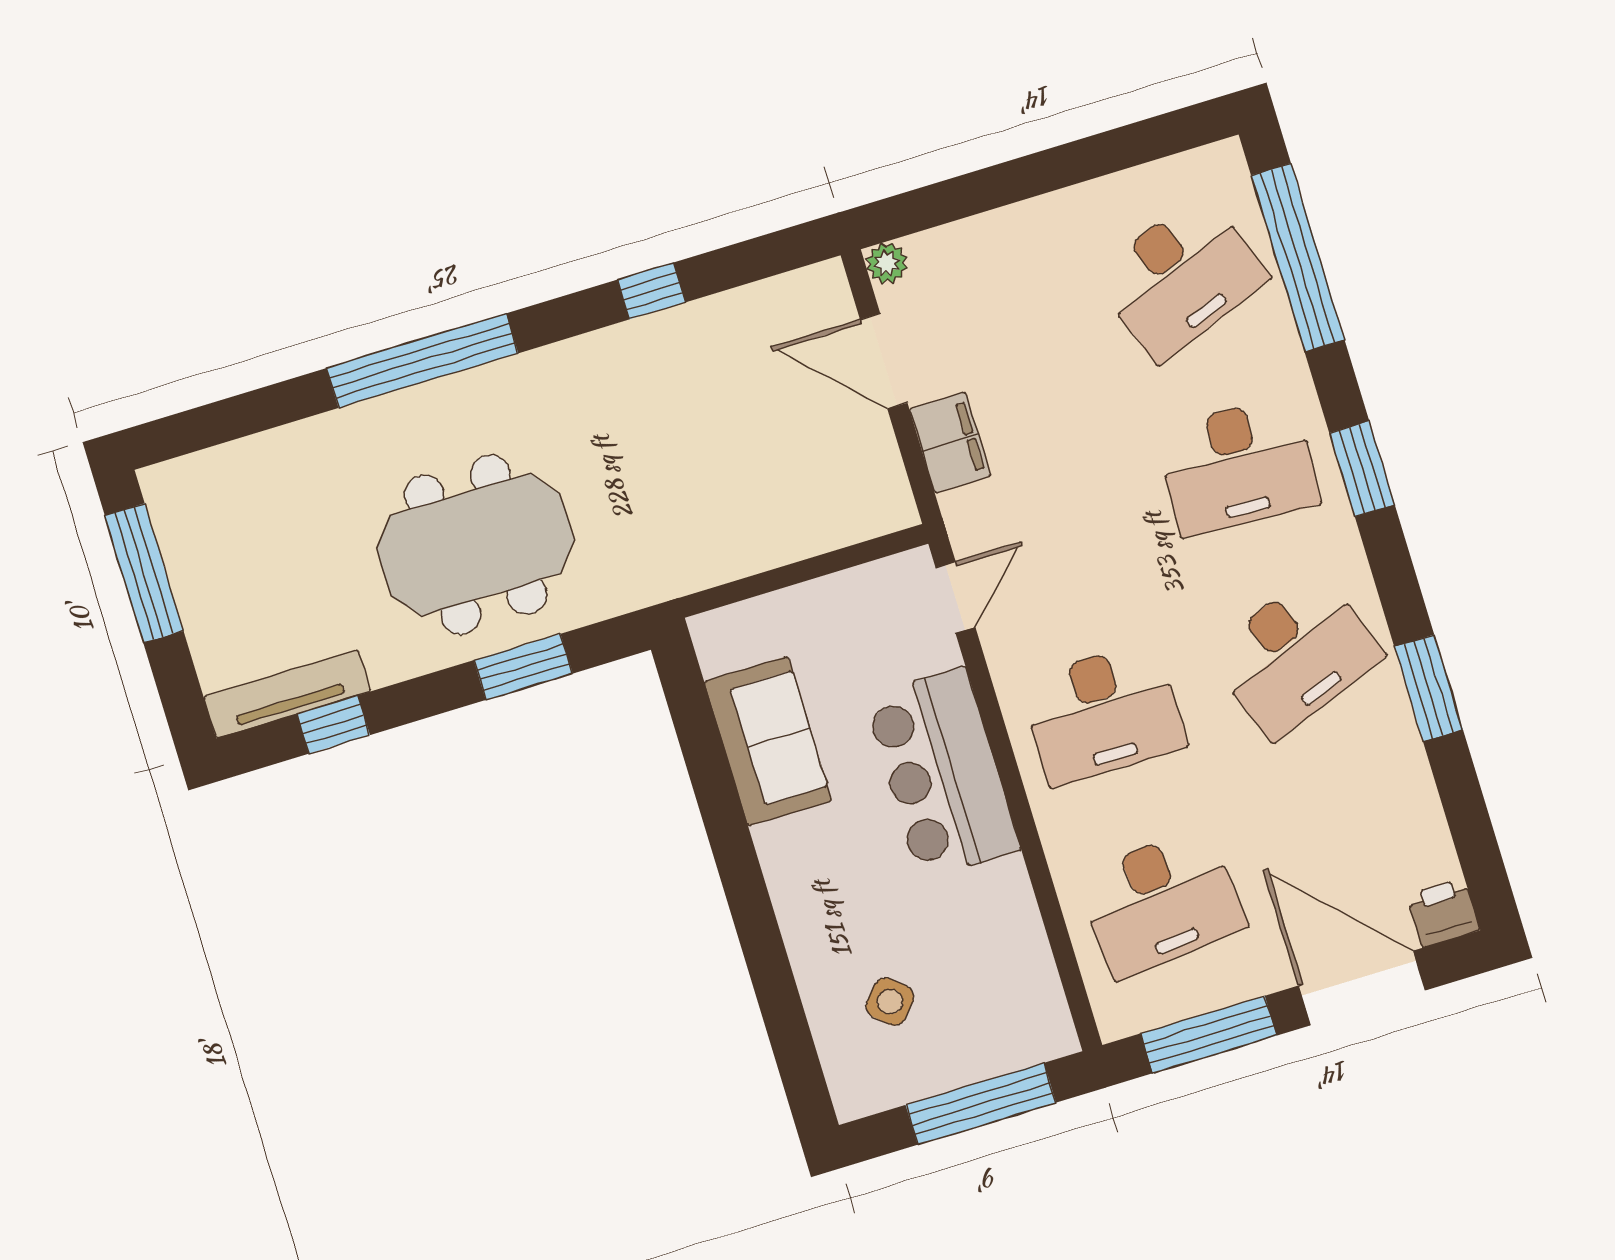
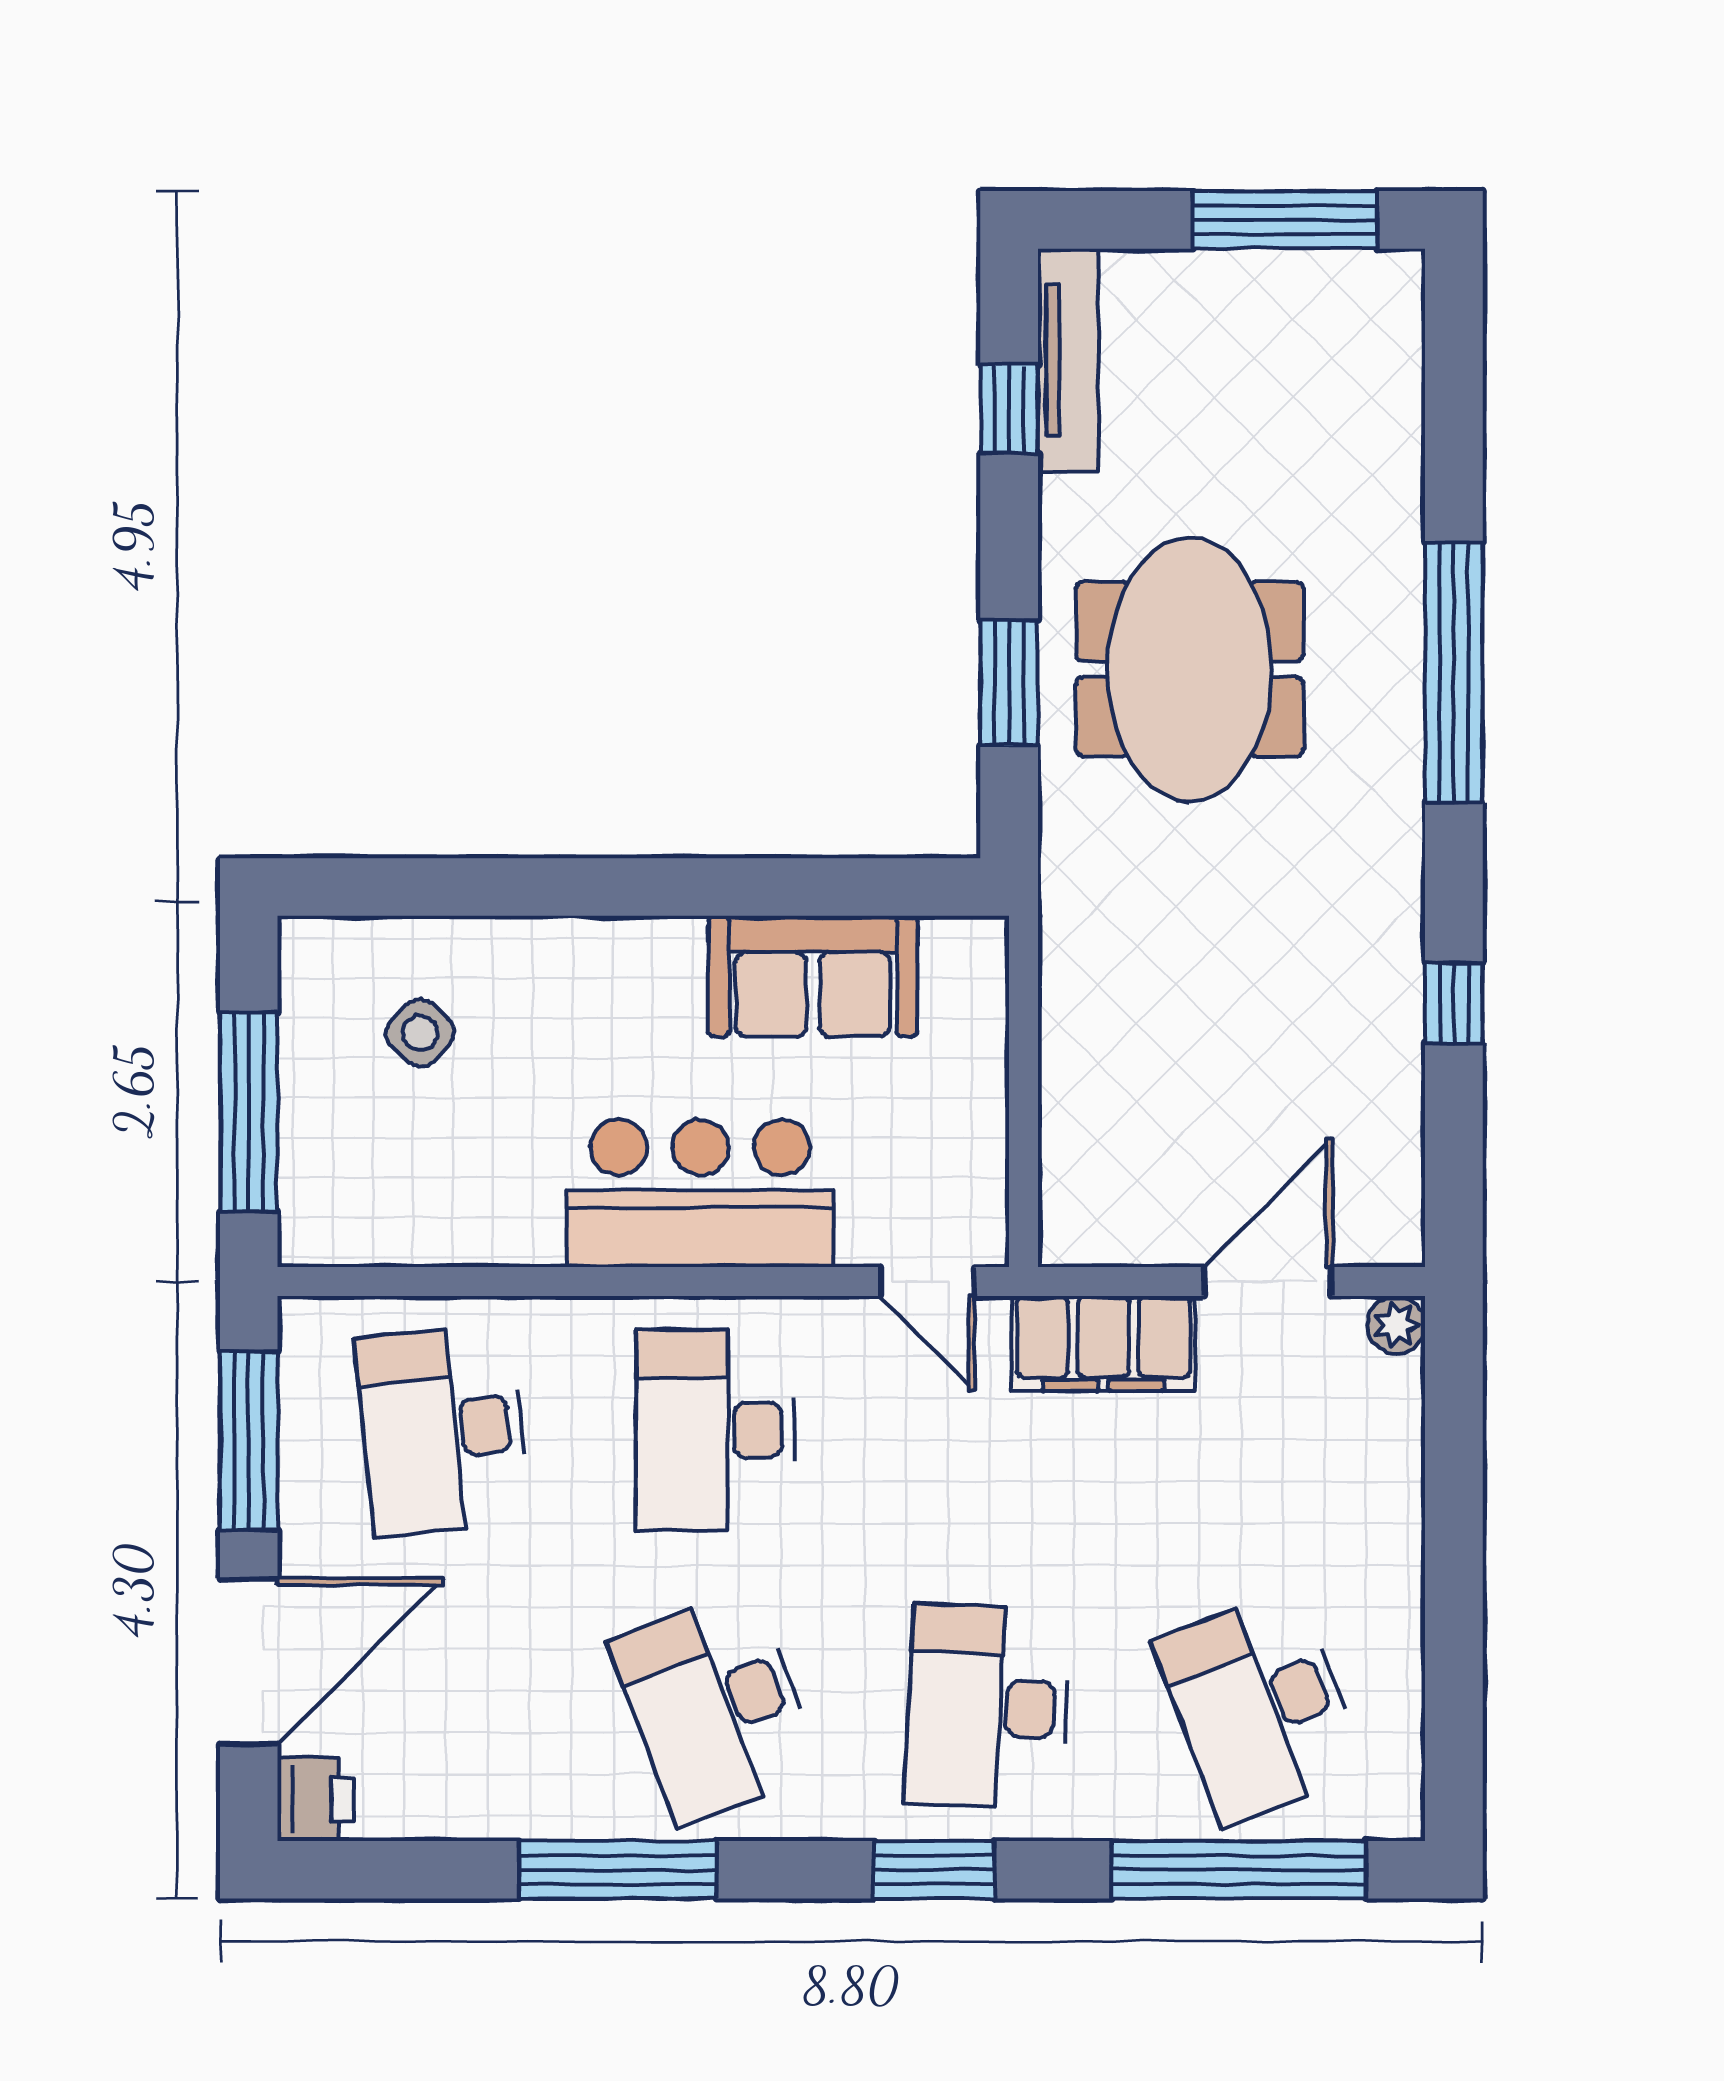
filing cabinet: (950, 443) -> (1103, 1343), width x1.50, depth x1.17
window: (1429, 688) -> (618, 1870), width x1.44

